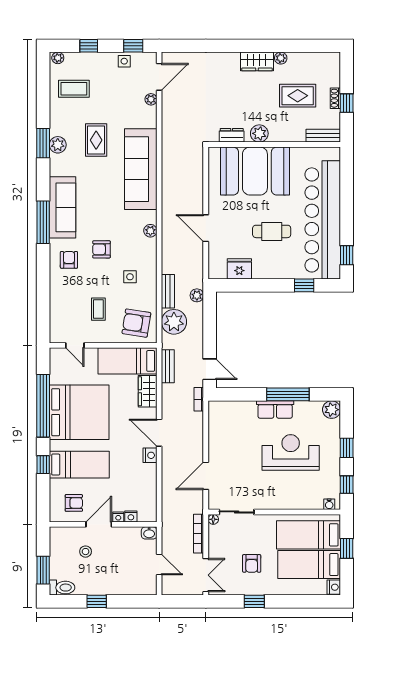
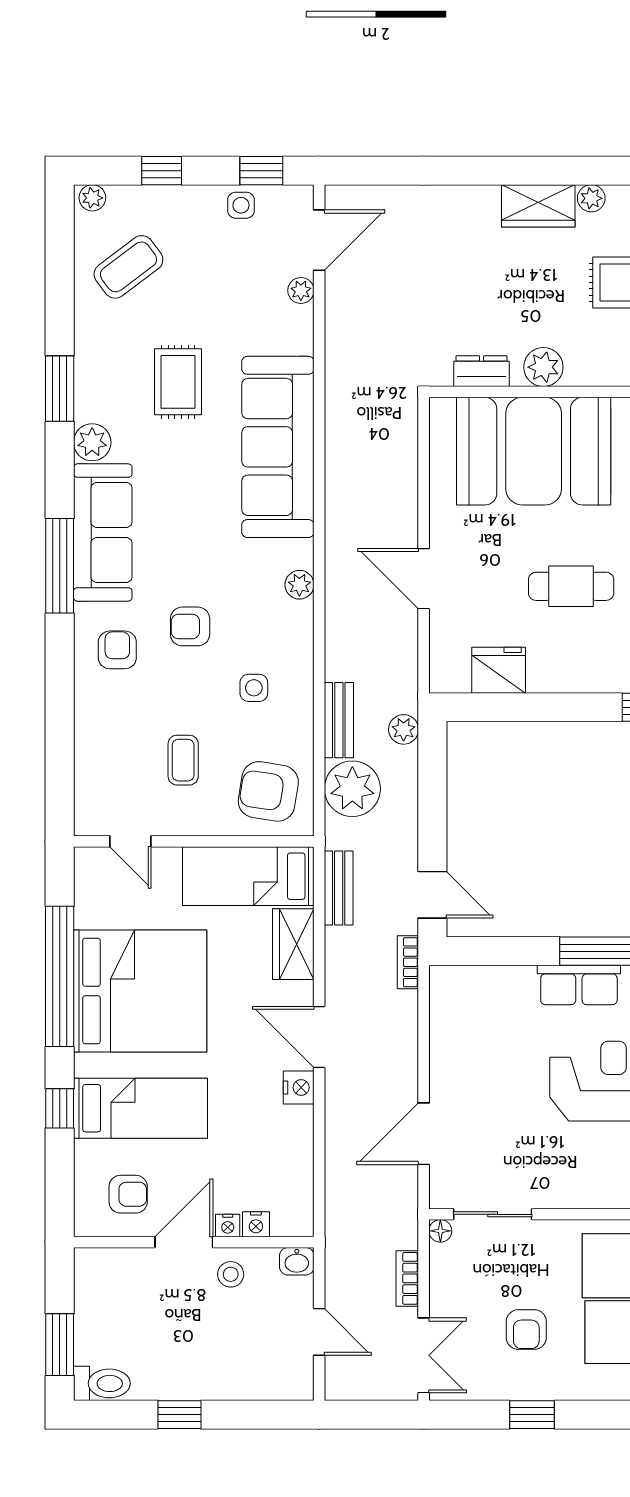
coffee table: (74, 89) -> (128, 267), turned -37
plant: (58, 145) -> (92, 442), moved
bookcase: (199, 534) -> (407, 1278), width x0.64
stool: (86, 552) -> (231, 1274), moved

